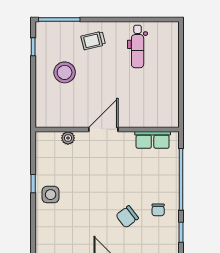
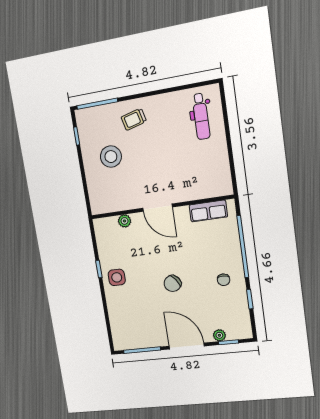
dental chair: (138, 46) -> (201, 116), moved
door: (103, 129) -> (157, 208), swing flipped
chair: (127, 217) -> (172, 283), moved

